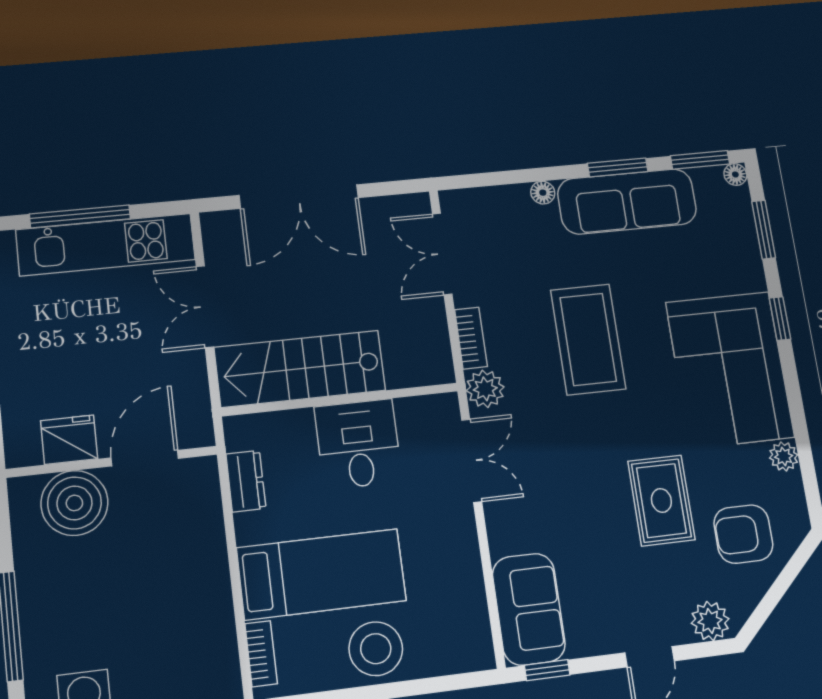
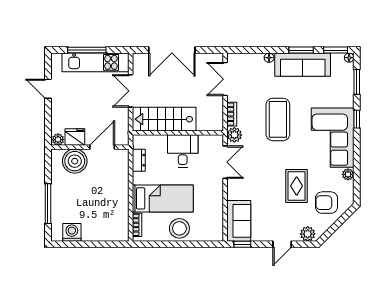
plant: (24, 451) -> (58, 140), added

